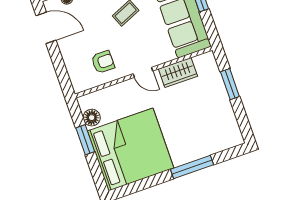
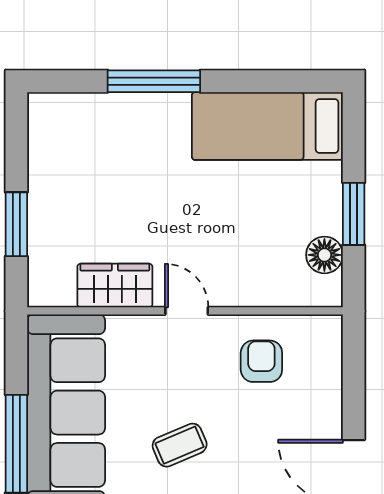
armchair: (103, 62) -> (261, 361), turned 90
bed: (131, 149) -> (267, 126), width x0.49

